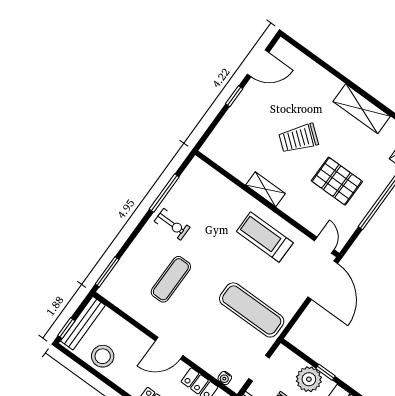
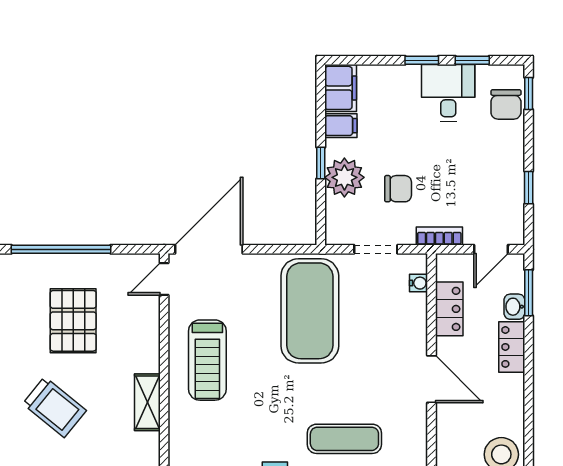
exercise mat: (252, 310) -> (310, 311), width x1.47

